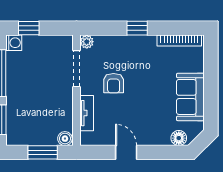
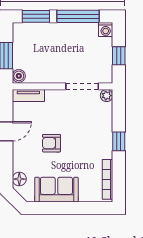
window: (29, 28) -> (119, 56), moved
armchair: (114, 83) -> (51, 143), moved
tv unit: (87, 113) -> (28, 96), moved

